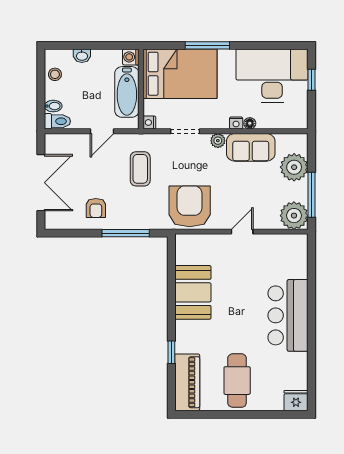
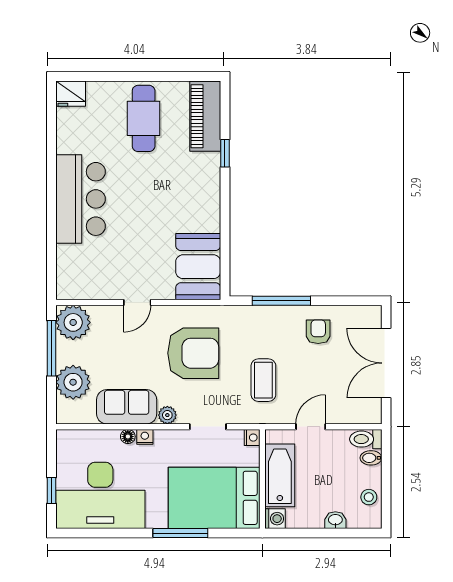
armchair: (190, 206) -> (193, 353), moved, turned -90
booth: (193, 292) -> (198, 267), moved

